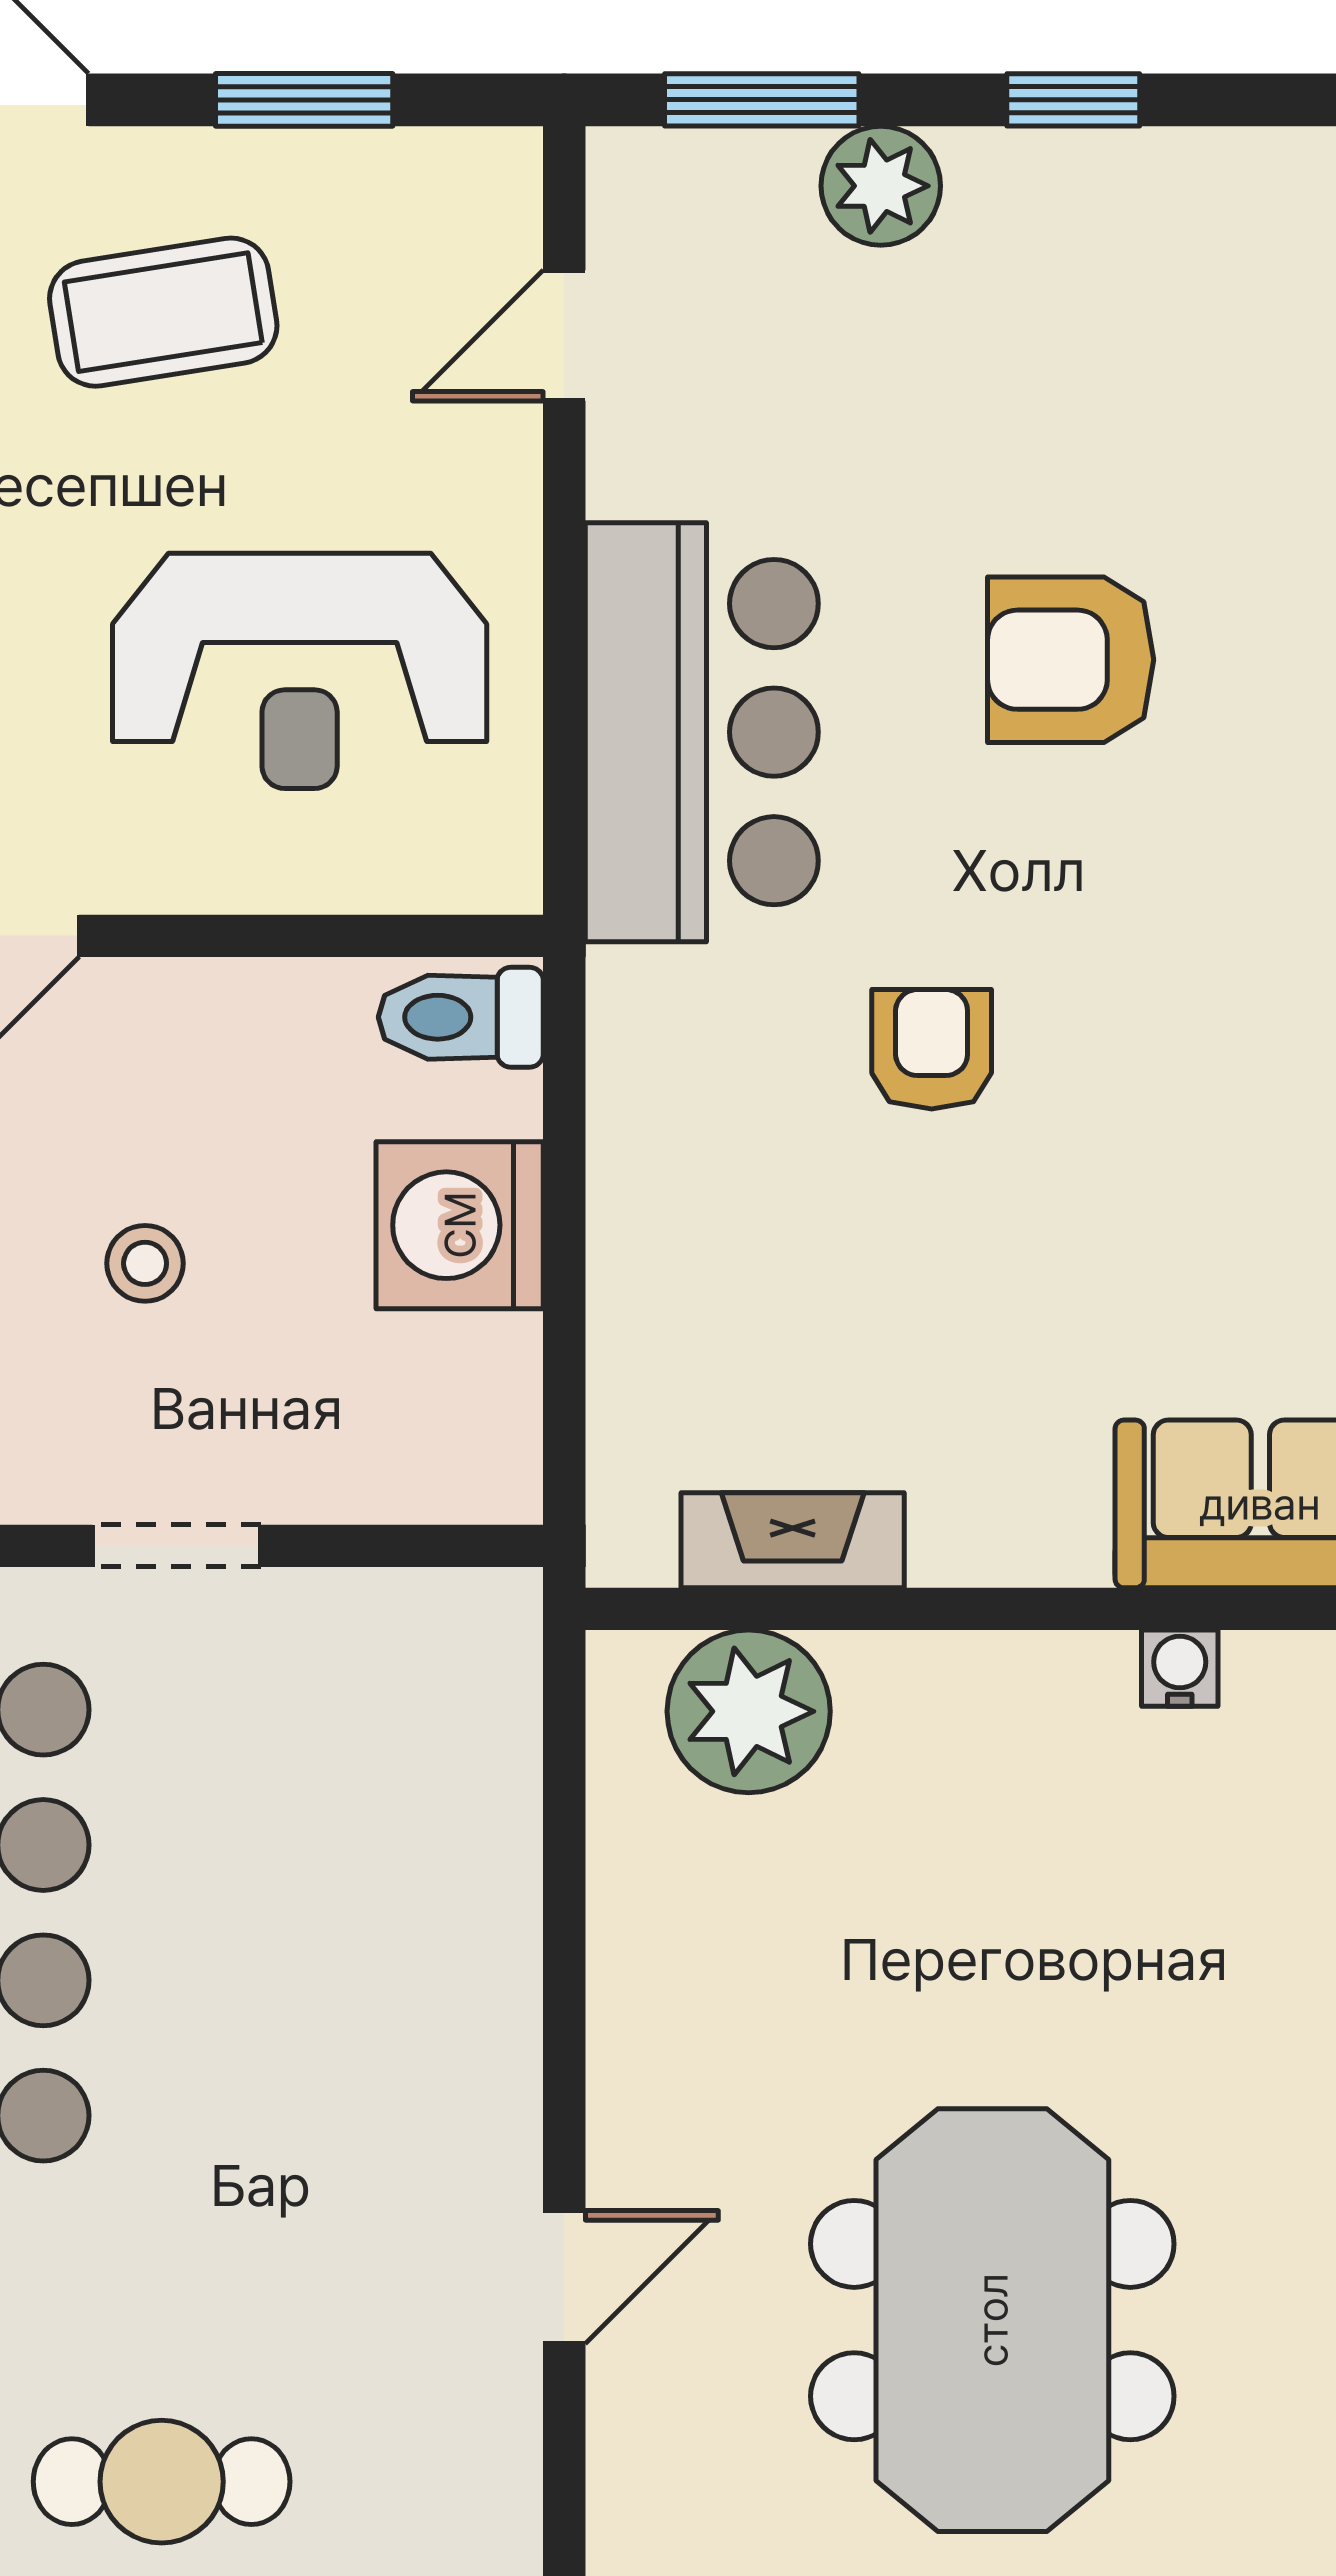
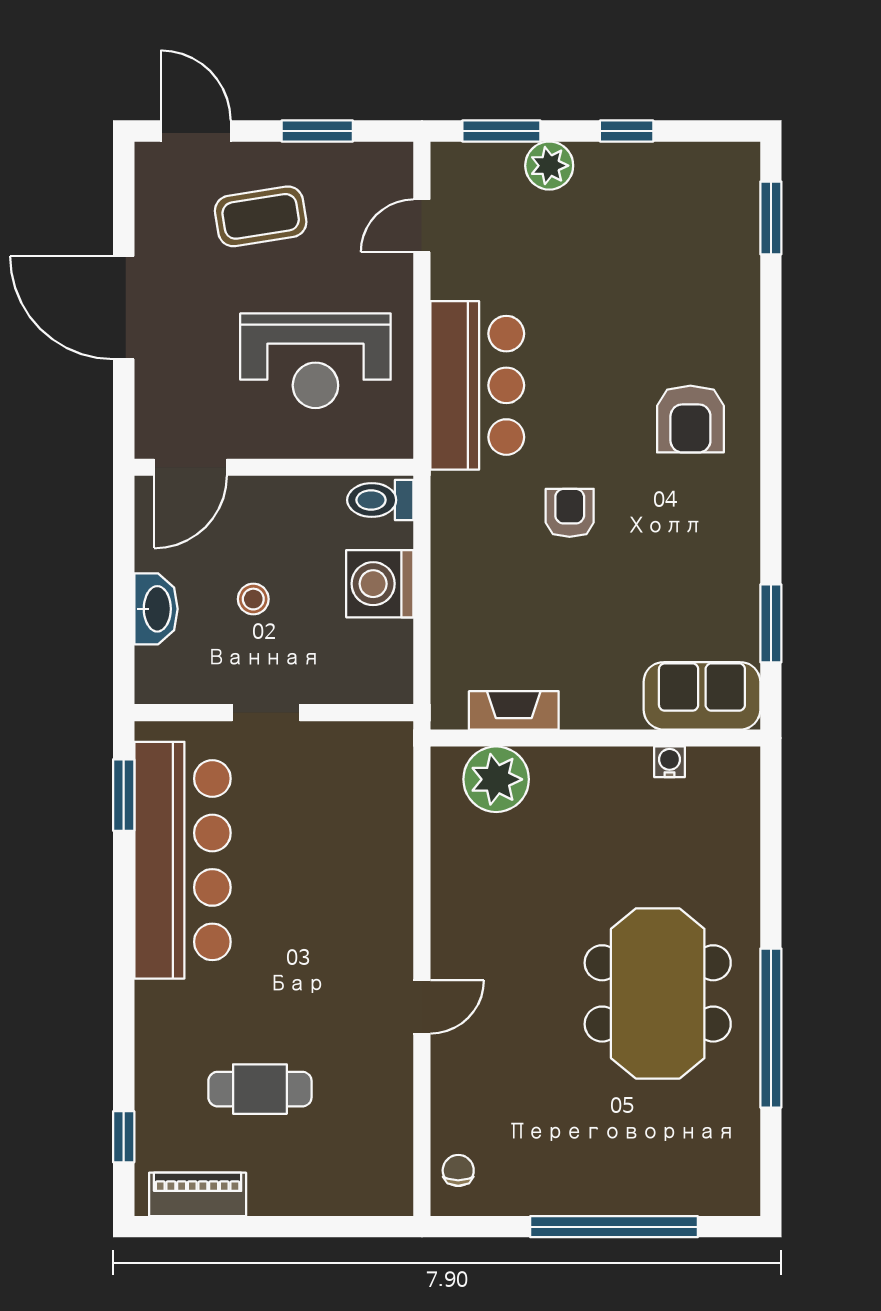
armchair: (1071, 660) -> (690, 419), moved, turned -90
meeting table: (992, 2320) -> (658, 993), moved

